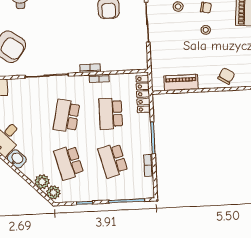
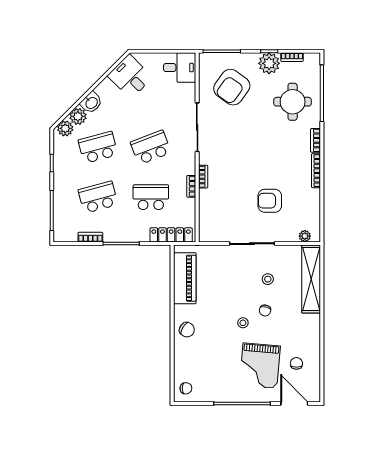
stool: (206, 30) -> (243, 323), moved
piano: (181, 83) -> (185, 278), width x1.37, depth x1.33
school desk: (66, 116) -> (151, 147), turned -33
washbasin: (17, 159) -> (91, 103), moved

